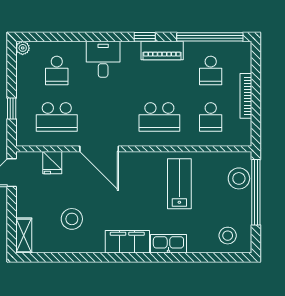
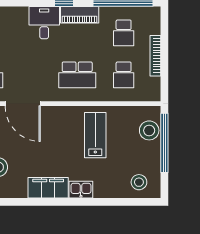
desk: (103, 59) -> (44, 23), moved
kitchen sink: (168, 244) -> (81, 190), width x0.73

